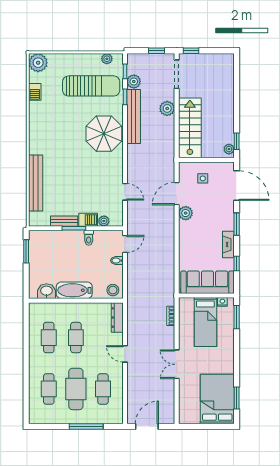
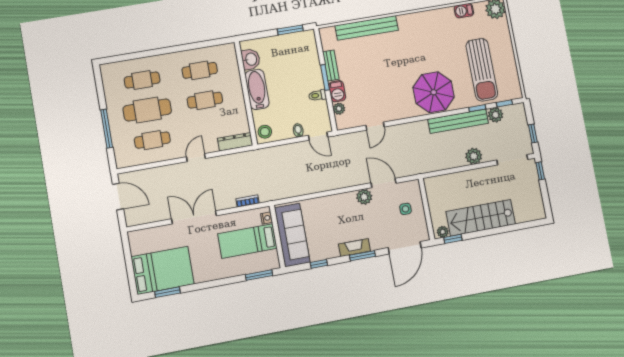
plant: (107, 59) -> (514, 82), removed
stairs: (190, 128) -> (481, 218), moved, turned 180
fireplace: (228, 245) -> (354, 248), moved
nightstand: (222, 302) -> (267, 218), moved
double door: (177, 364) -> (194, 217), width x1.37

